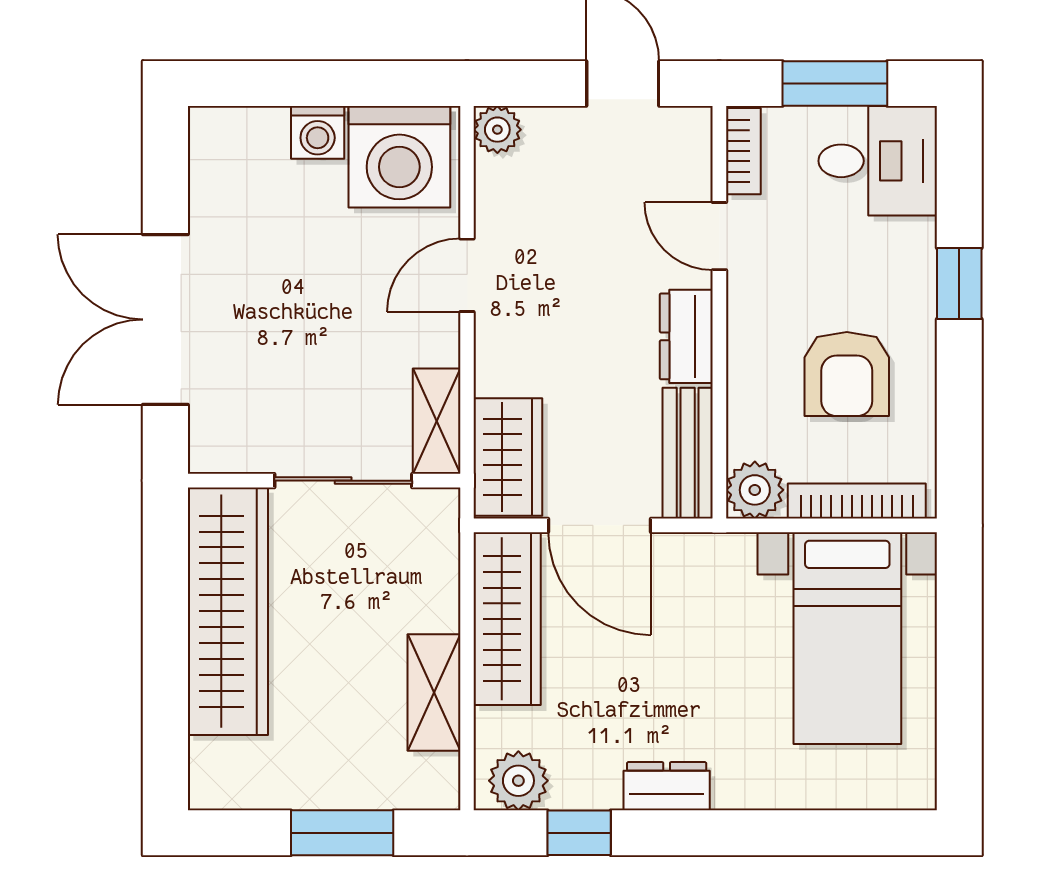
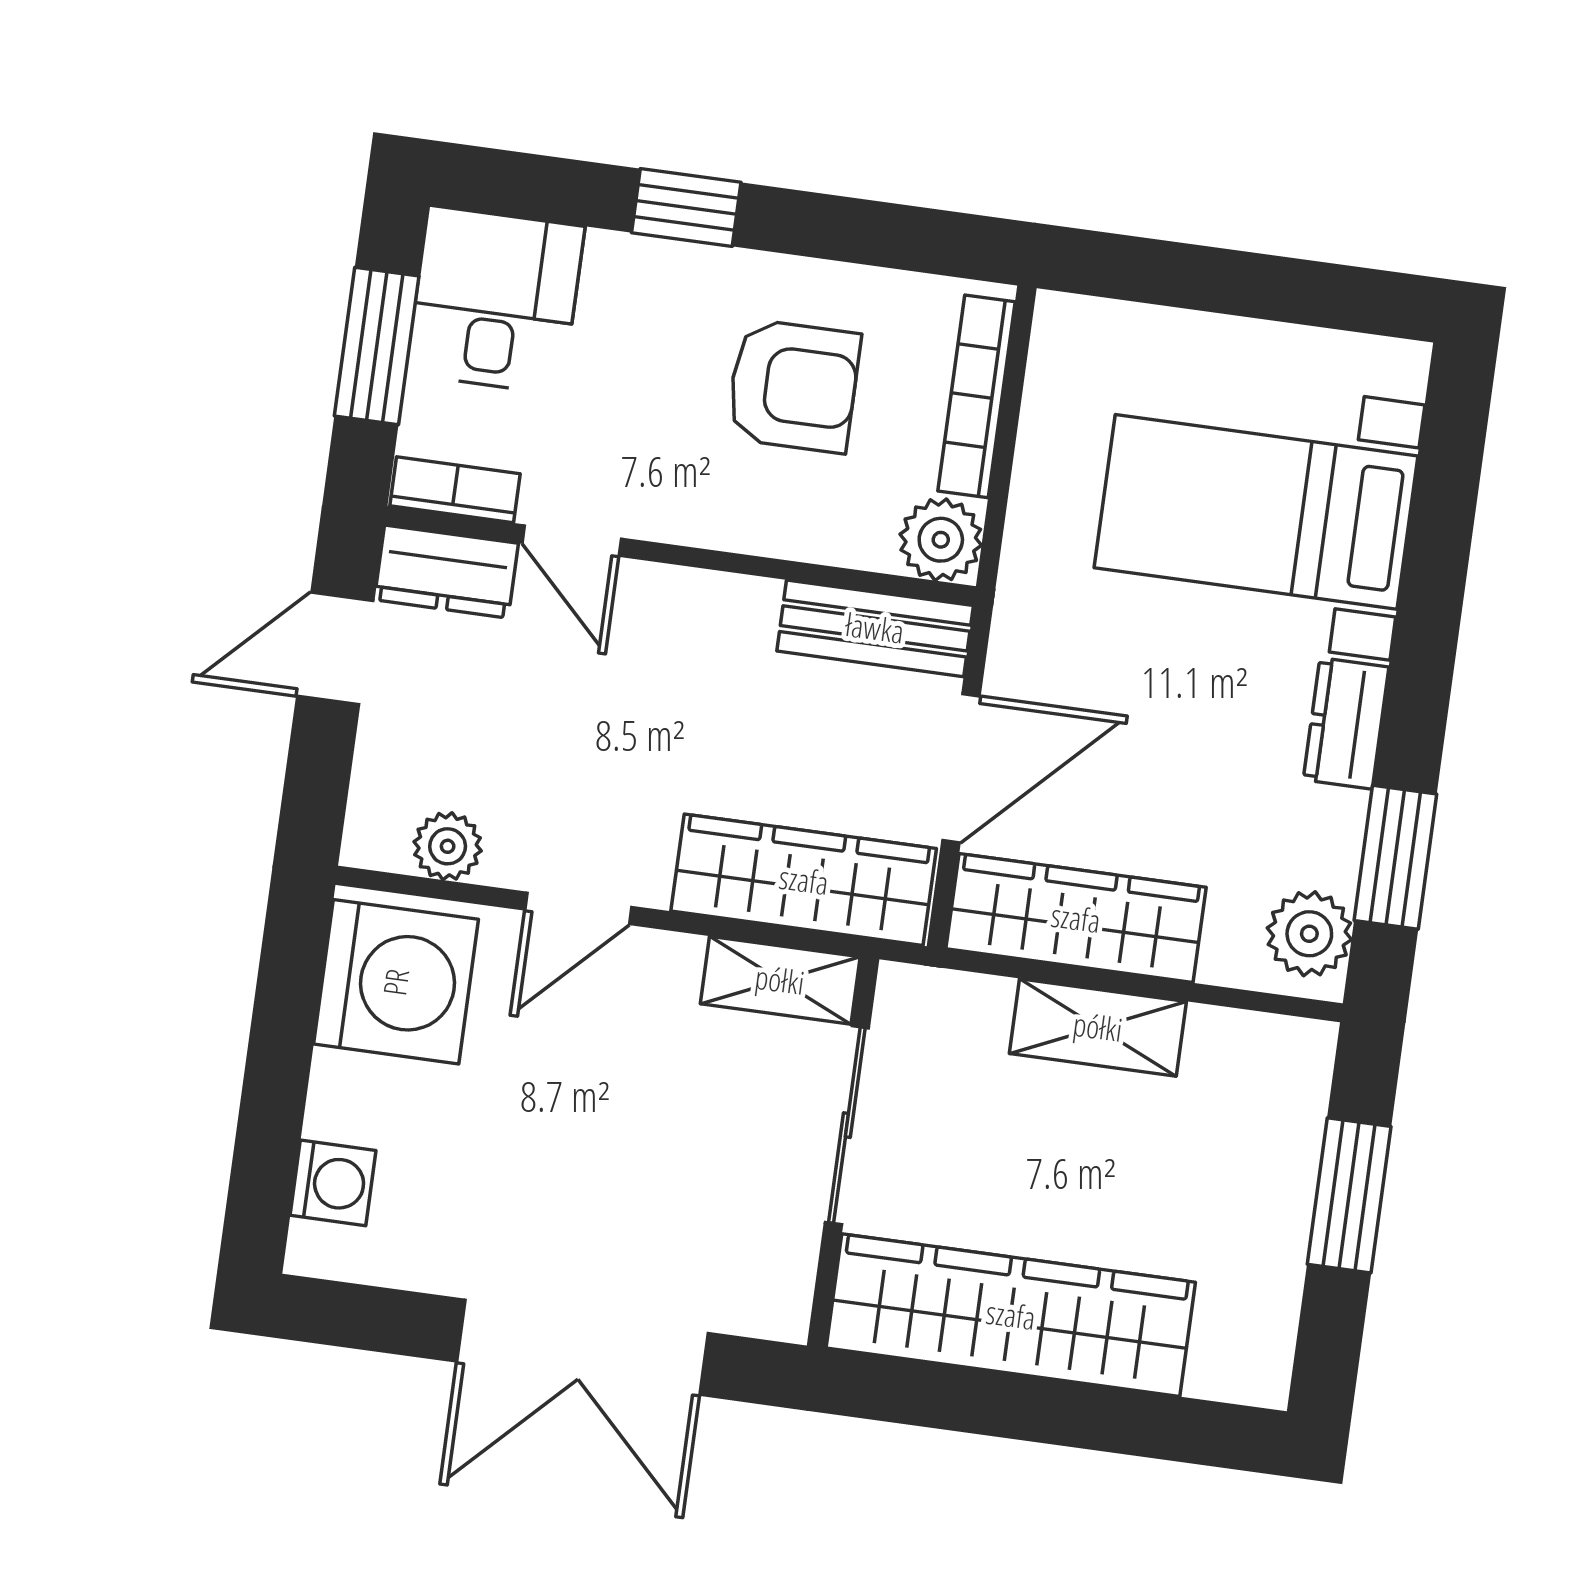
plant: (497, 130) -> (448, 846), moved
washing machine: (318, 132) -> (333, 1183), moved
door: (719, 236) -> (572, 541), hinge flipped
door: (467, 275) -> (578, 908), hinge flipped
dresser: (686, 336) -> (446, 572), moved
wardrobe: (508, 457) -> (804, 880), width x1.50
bed with nightstands: (847, 638) -> (1256, 512), moved, turned 180
shelving: (434, 692) -> (1098, 1027), moved
window: (579, 833) -> (1395, 857), width x1.50

